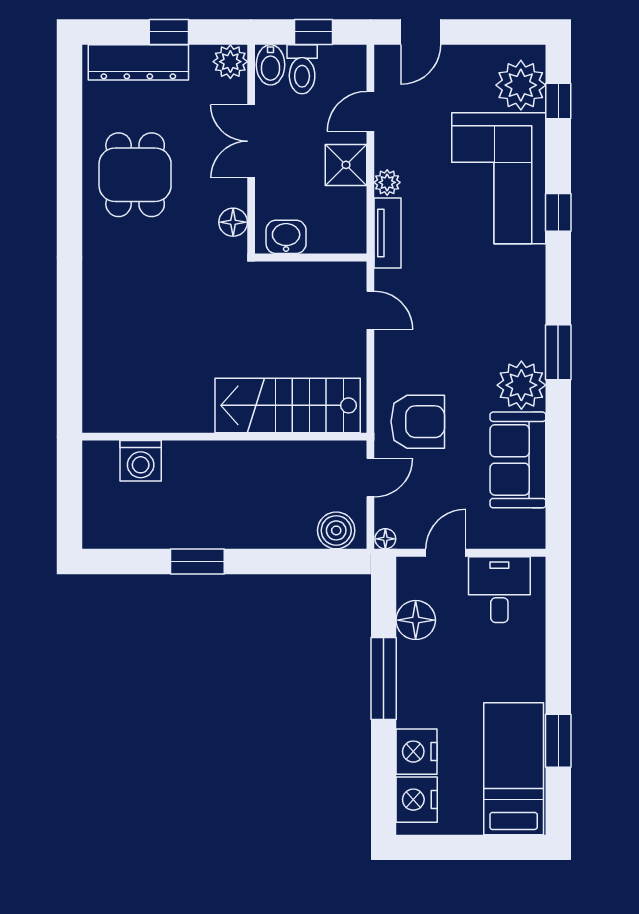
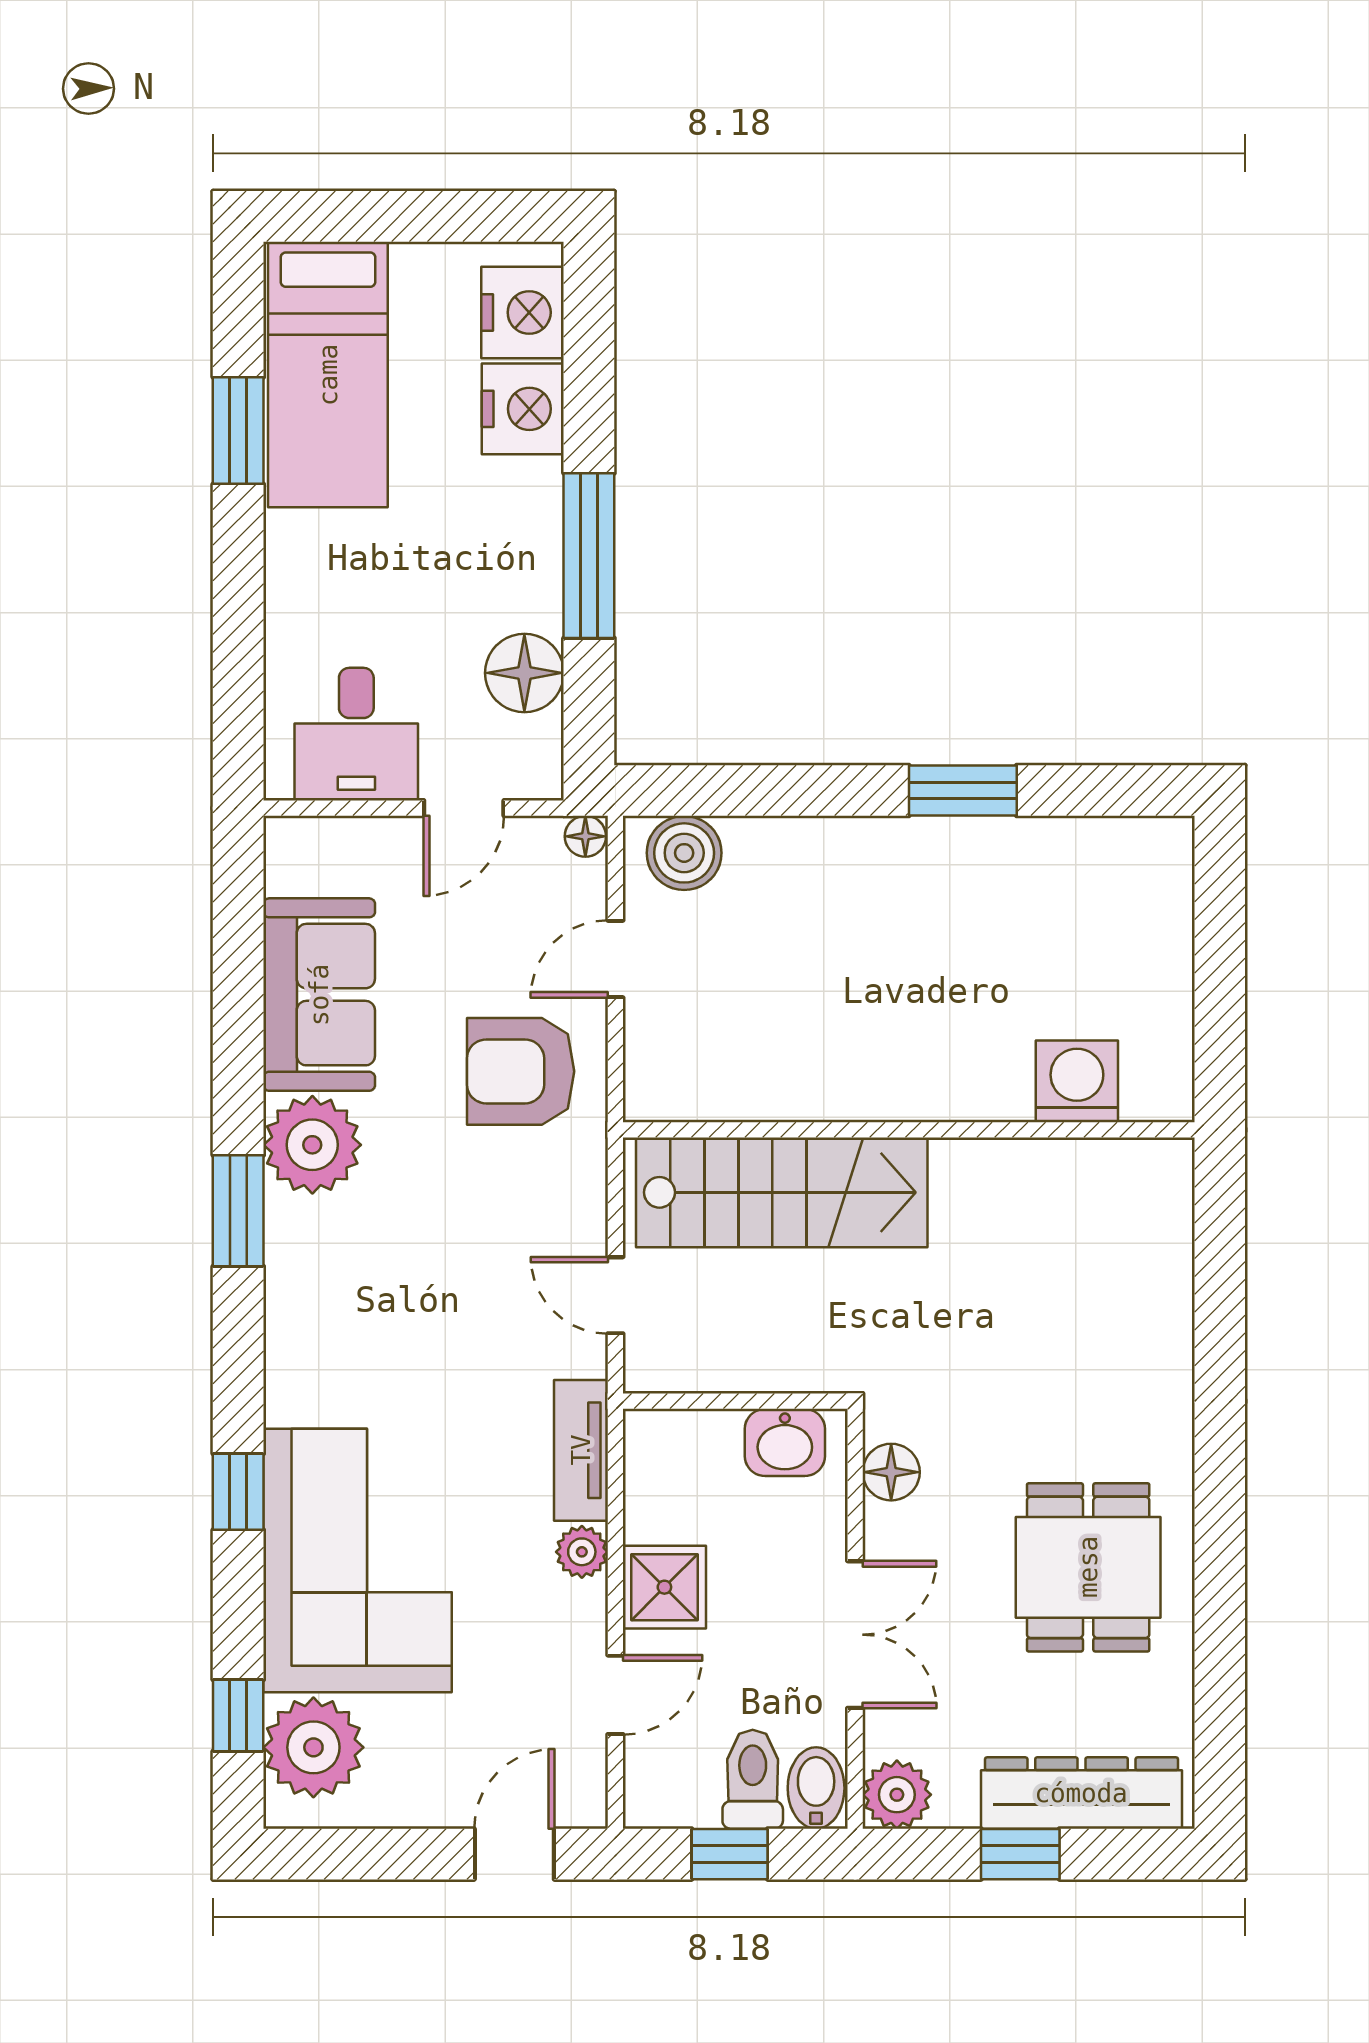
stairs: (288, 405) -> (782, 1192), moved
wall: (224, 437) -> (909, 1130), moved
washing machine: (141, 461) -> (1077, 1081), moved

